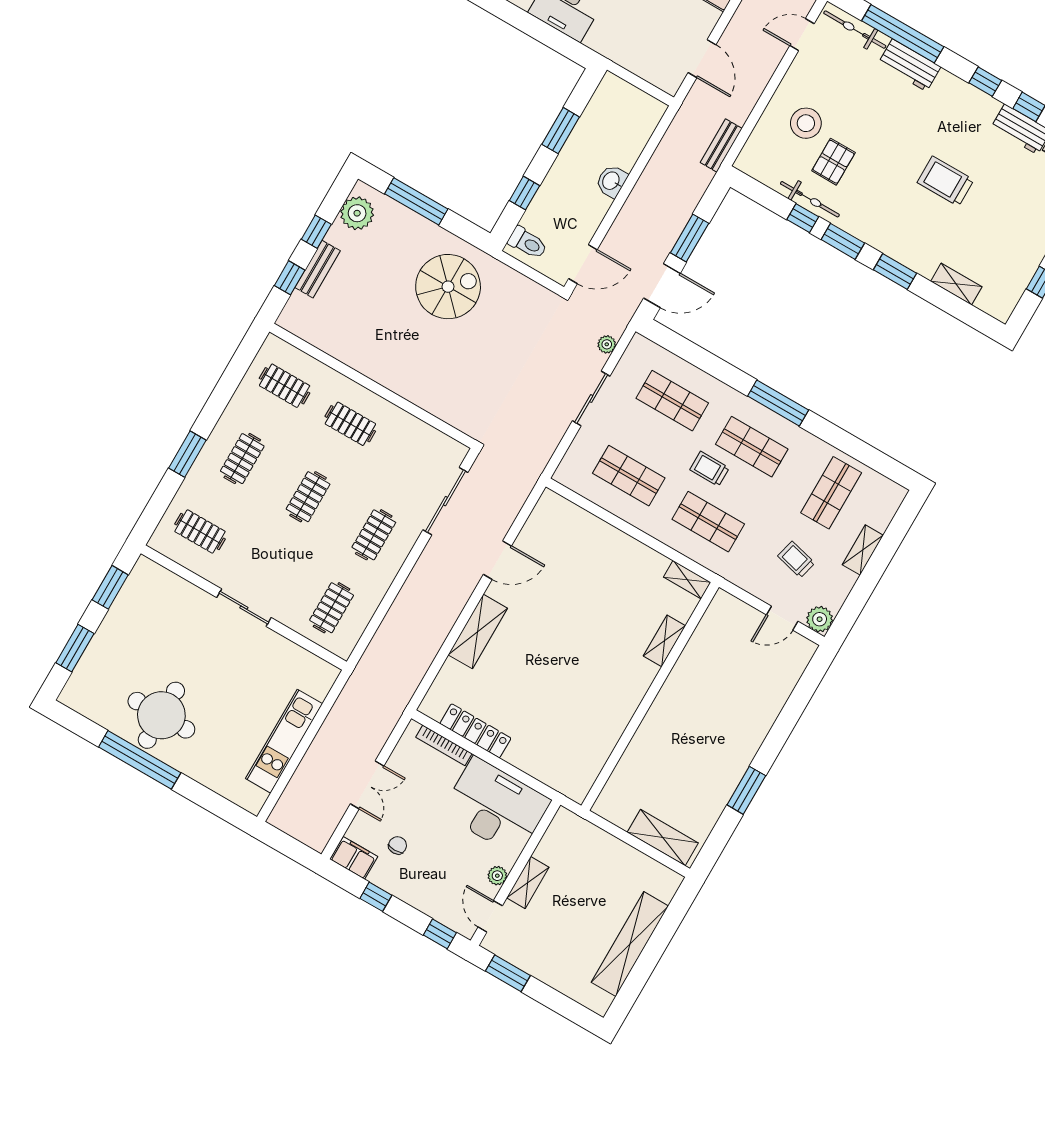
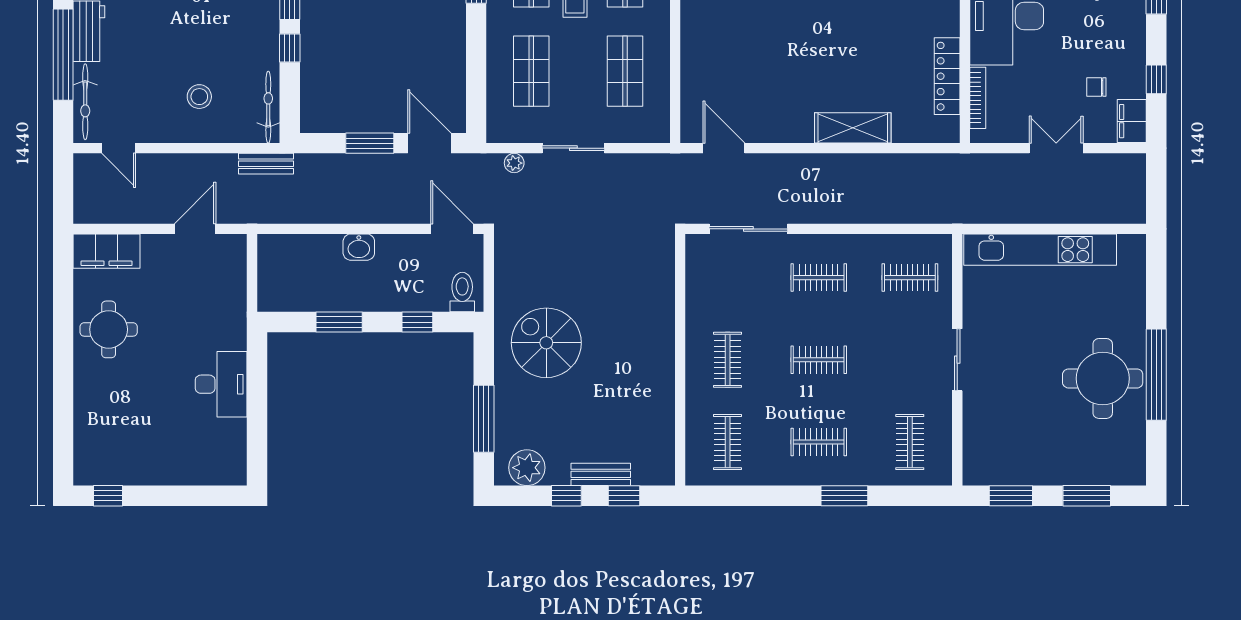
stool: (806, 123) -> (199, 97), width x0.73, depth x0.73
pallet: (833, 162) -> (220, 50), removed
bicycle: (810, 199) -> (268, 107), moved
door: (497, 560) -> (724, 148), moved
kitchen unit: (284, 741) -> (1040, 250), width x1.36

